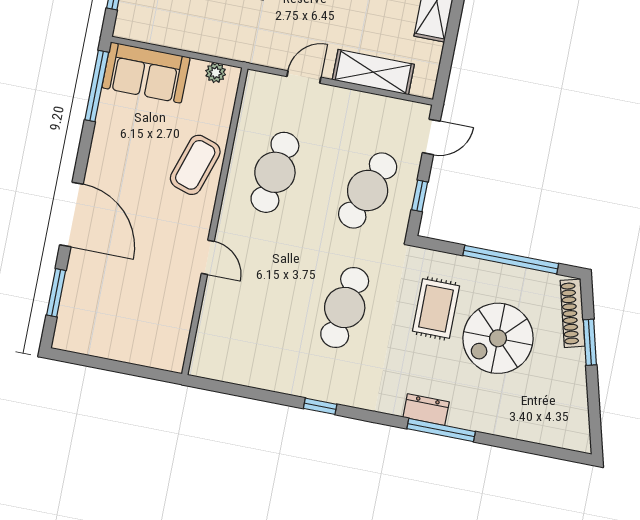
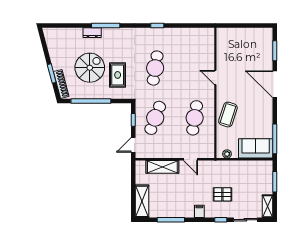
door: (304, 77) -> (190, 159), hinge flipped
dresser: (426, 410) -> (92, 33), moved

